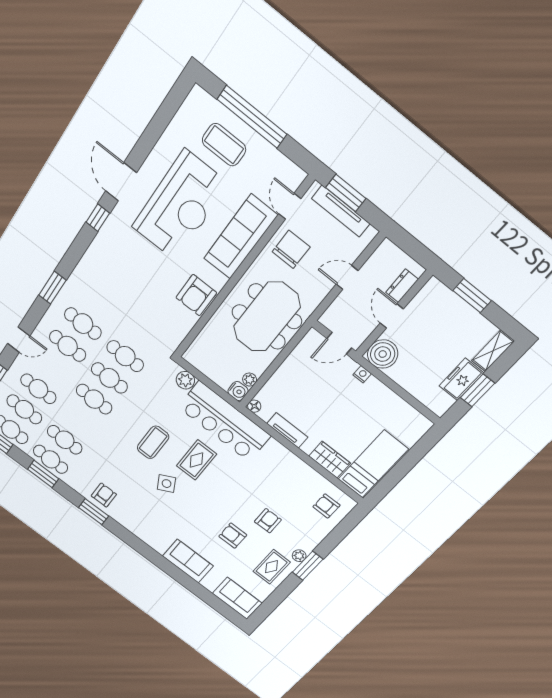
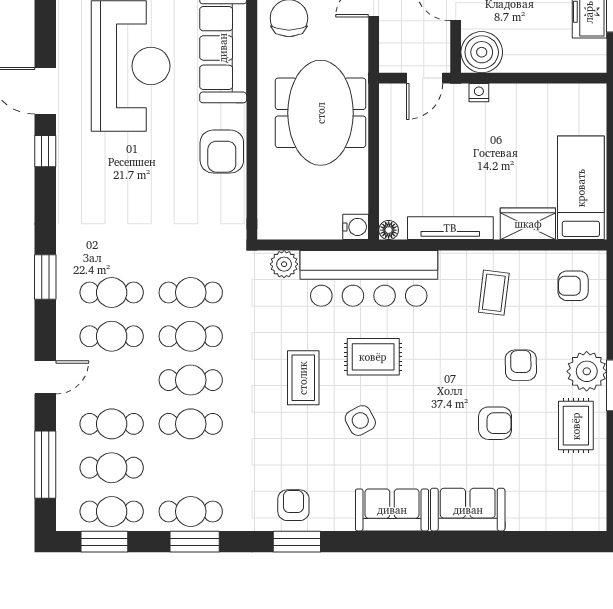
plant: (250, 380) -> (358, 202), removed
tv unit: (287, 430) -> (450, 228), width x1.41
cafe table: (65, 440) -> (191, 424), moved
rug: (196, 460) -> (373, 357), turned 90
coffee table: (283, 478) -> (494, 293), added
armchair: (233, 536) -> (495, 423), turned 180
plant: (299, 556) -> (587, 371), width x1.87, depth x1.87
sofa: (237, 598) -> (392, 510), moved

